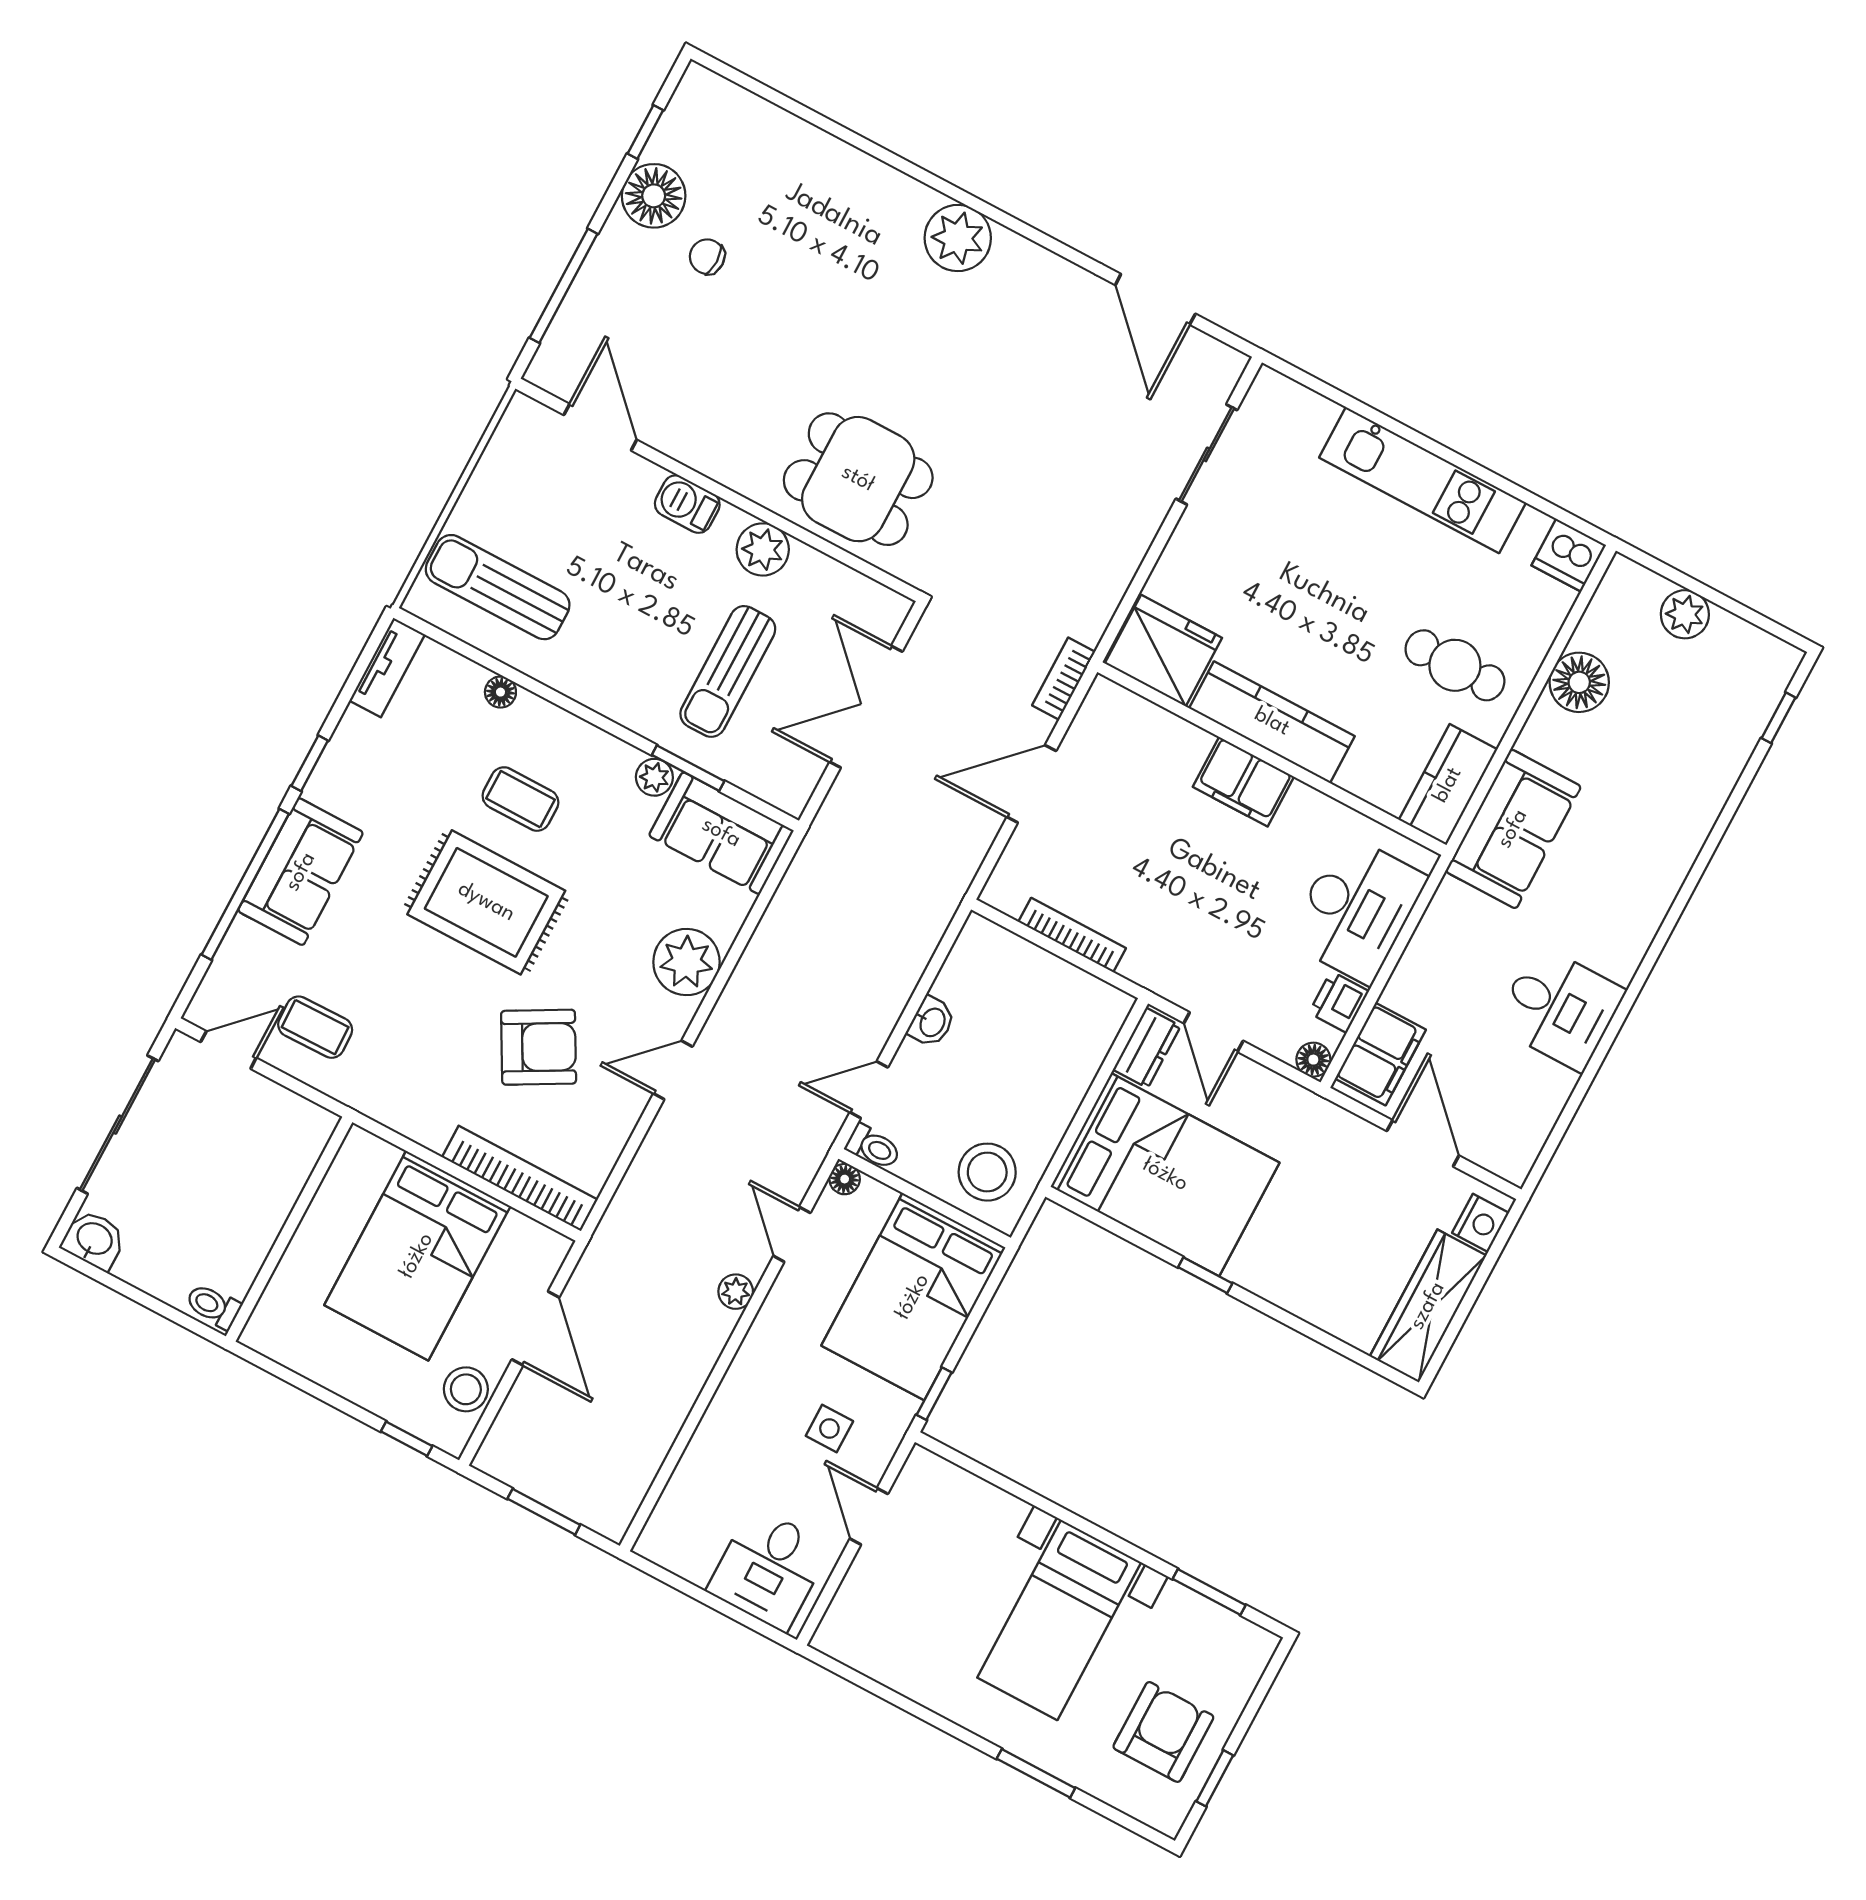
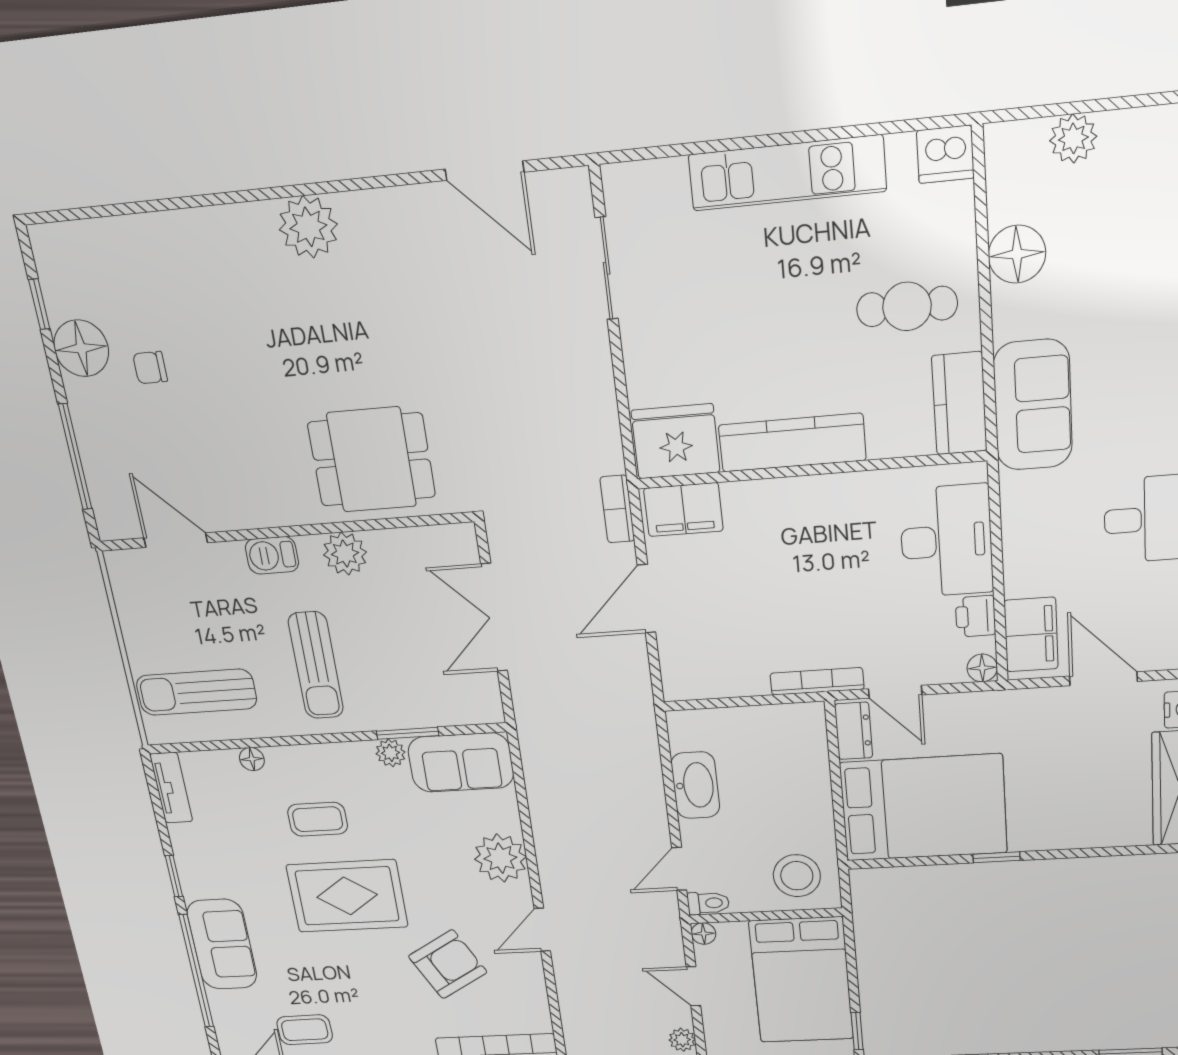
sun lounger: (728, 671) -> (316, 665), moved
filing cabinet: (1243, 782) -> (683, 510), moved
bookcase: (1072, 935) -> (817, 681), moved
washbasin: (932, 1022) -> (695, 785), width x1.91, depth x1.45

